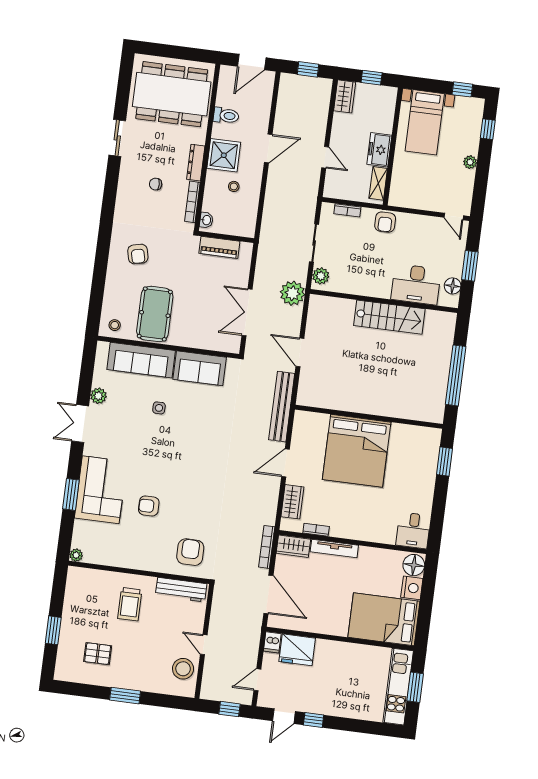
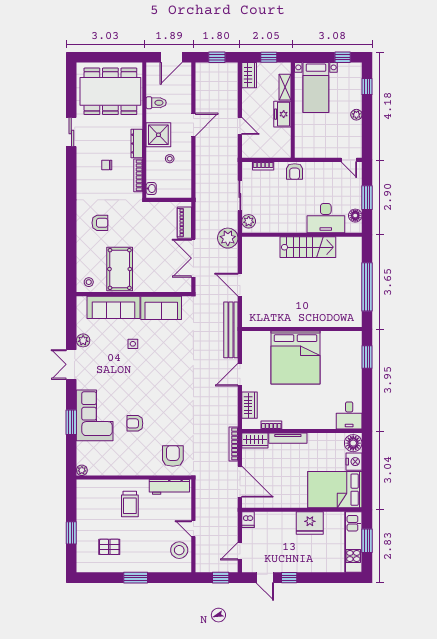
shelving: (378, 183) -> (285, 87), moved
piano: (219, 247) -> (184, 223), moved, turned 90
armchair: (138, 254) -> (100, 223), turned -77
fridge: (297, 650) -> (310, 523), moved
door: (284, 716) -> (265, 578), hinge flipped

